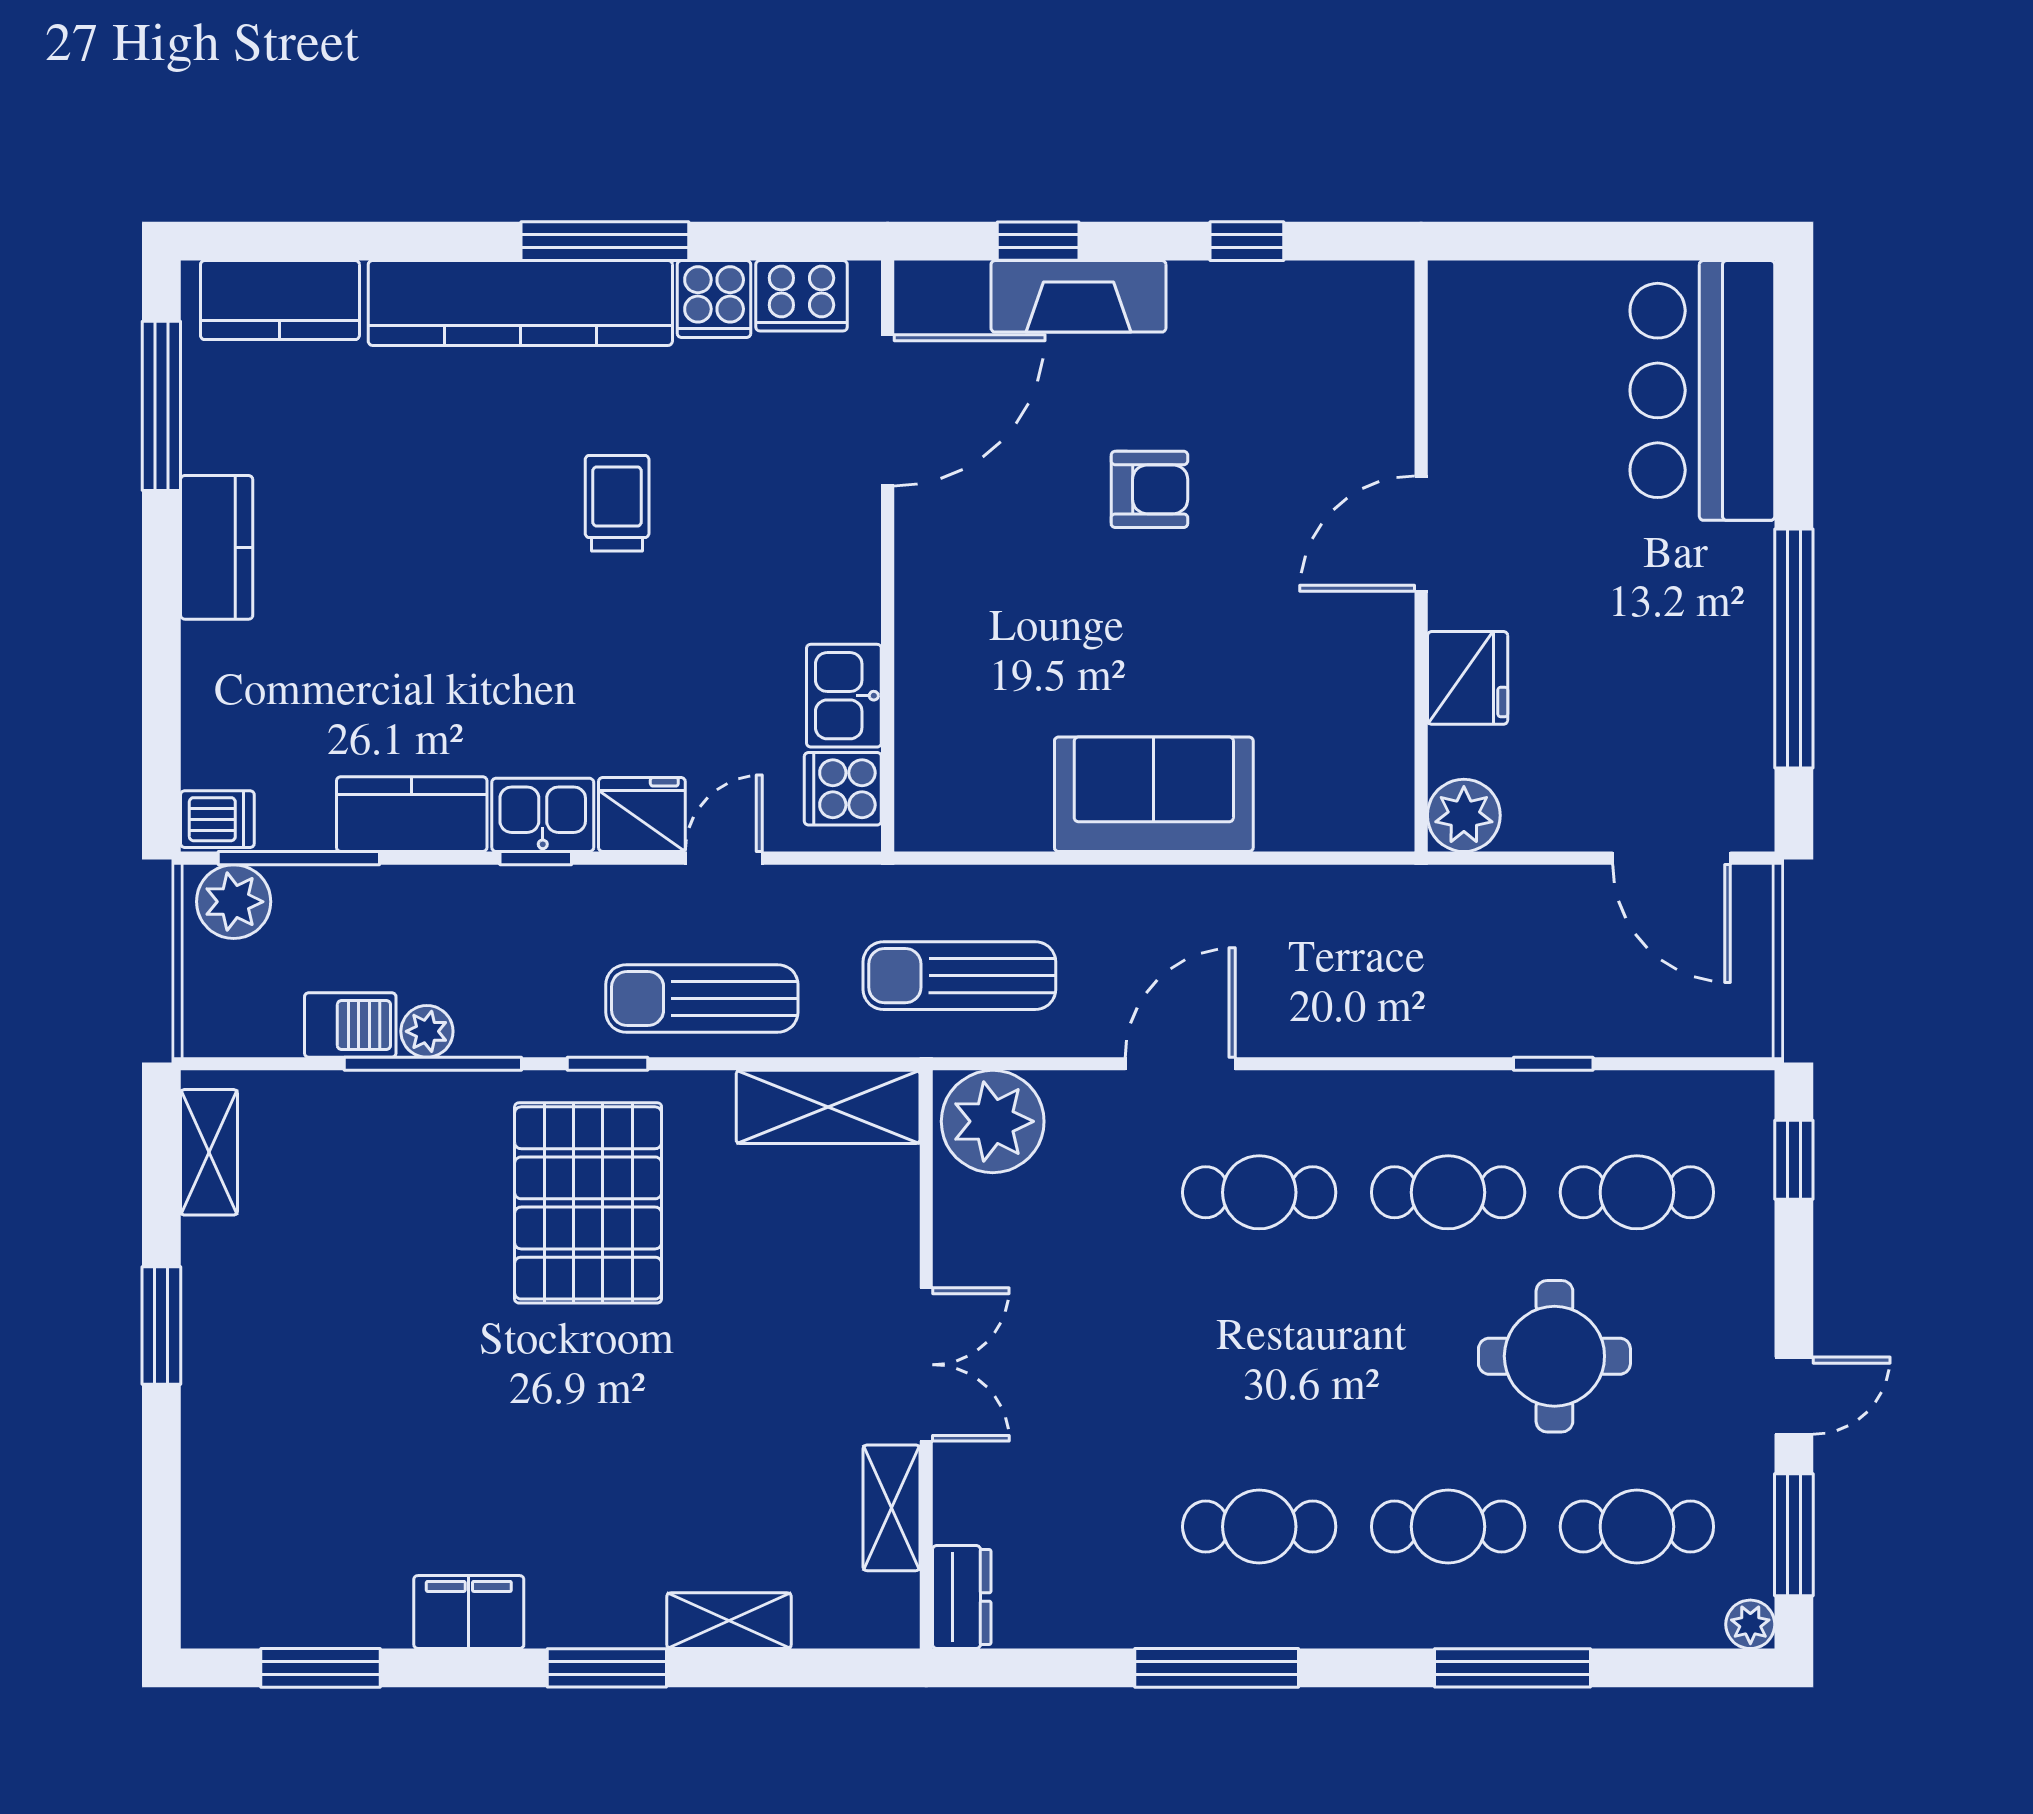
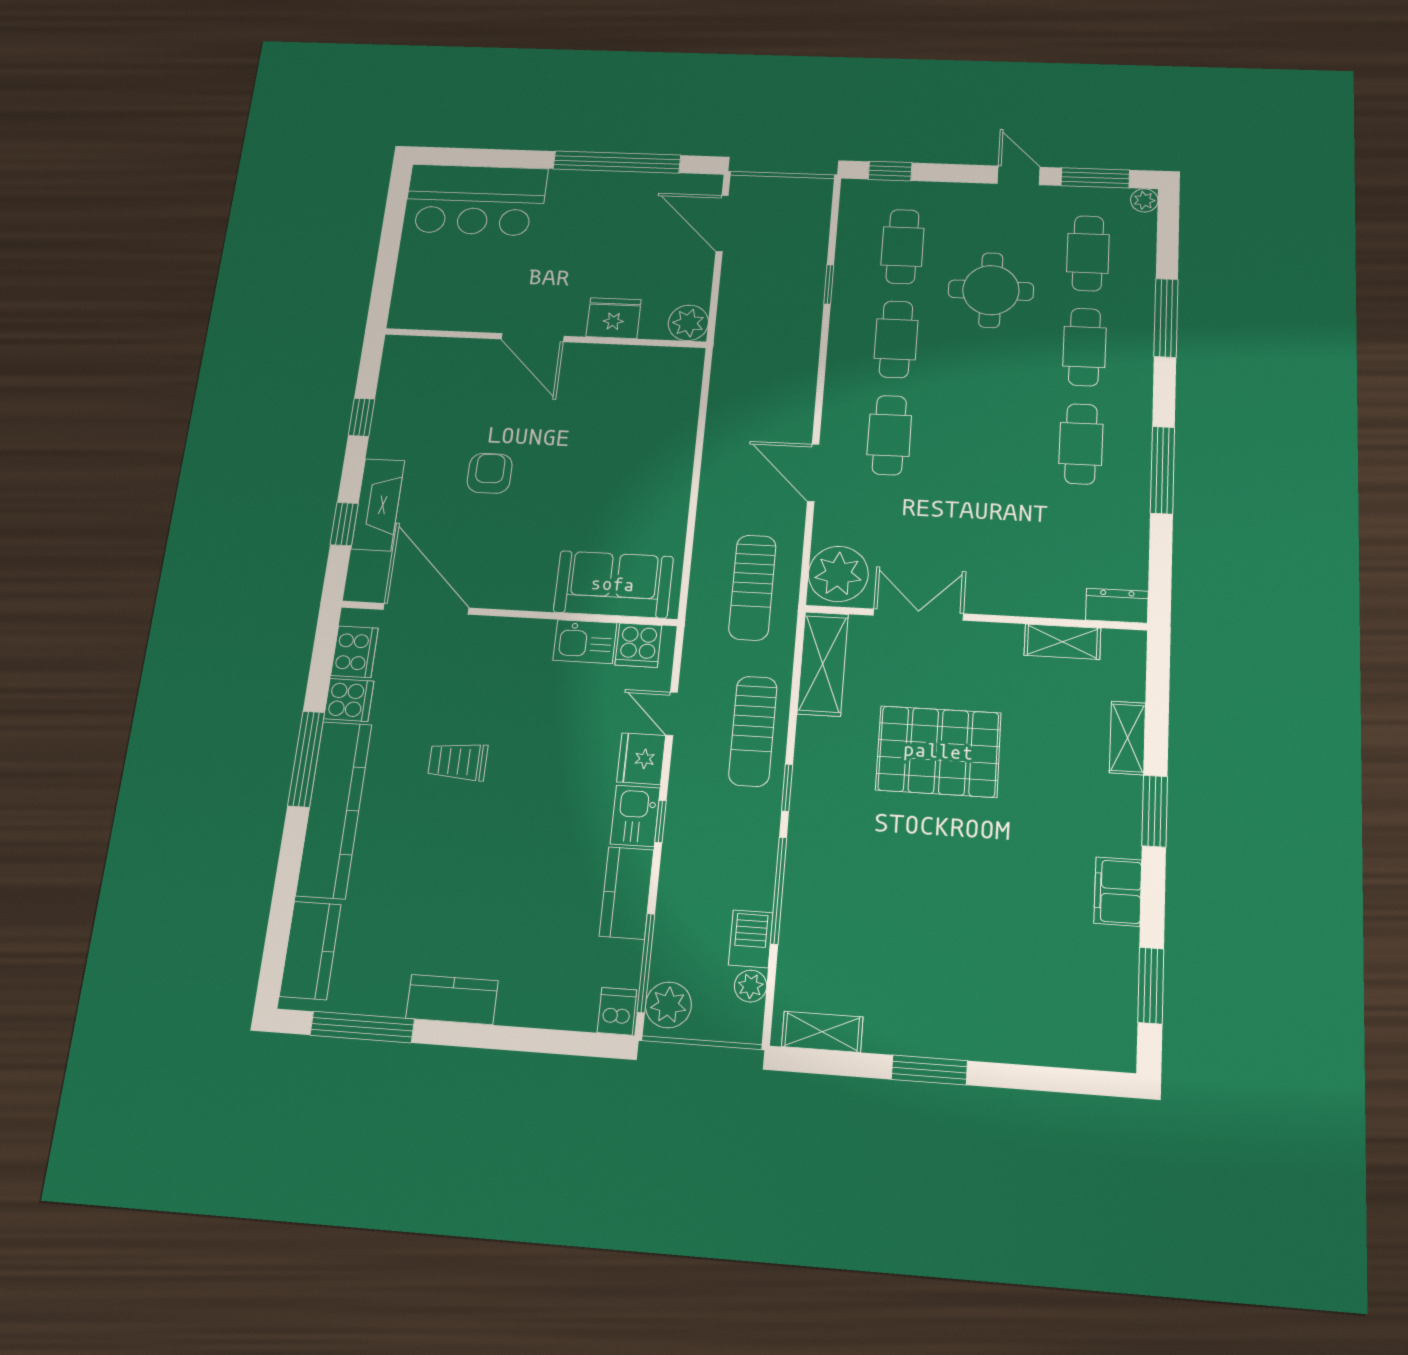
sofa: (1154, 794) -> (613, 584), moved, turned 90
door: (1672, 858) -> (722, 223), swing flipped
plant: (427, 1031) -> (751, 986), moved
pallet: (588, 1203) -> (938, 751), moved
double door: (926, 1365) -> (918, 615), moved

